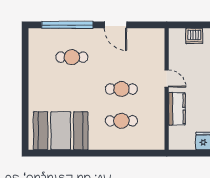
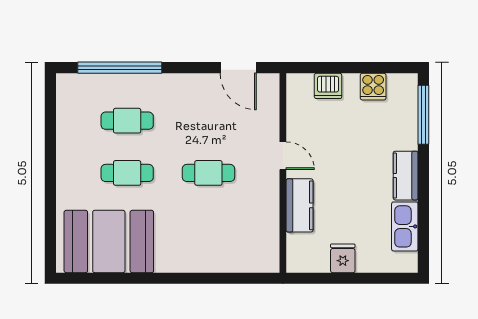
door: (115, 25) -> (238, 68), moved
cafe table: (121, 121) -> (127, 173), moved

